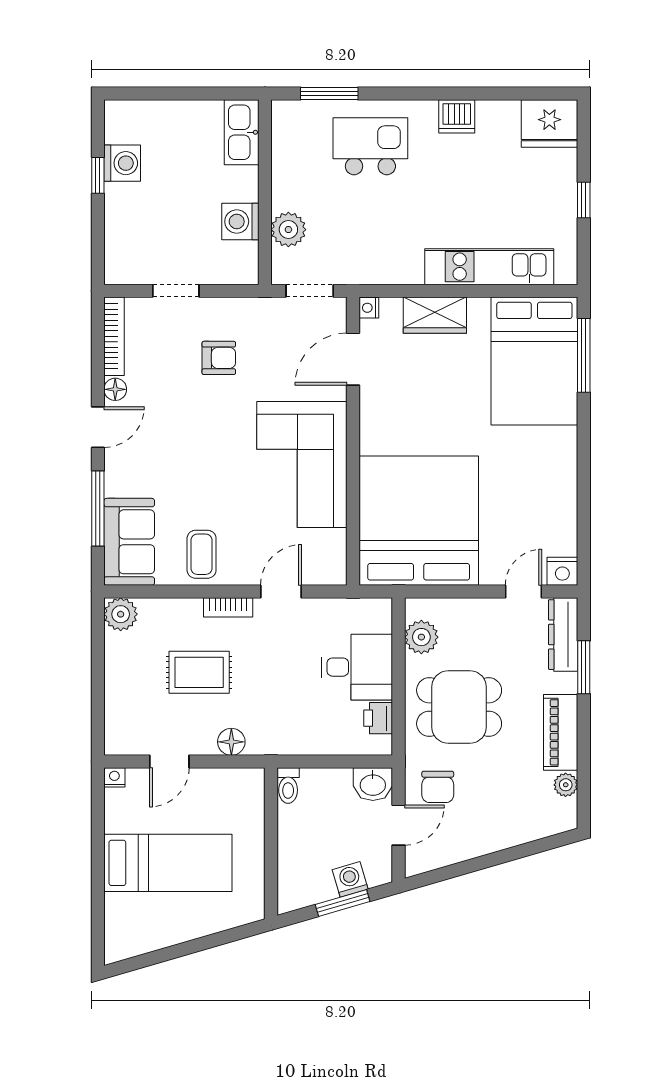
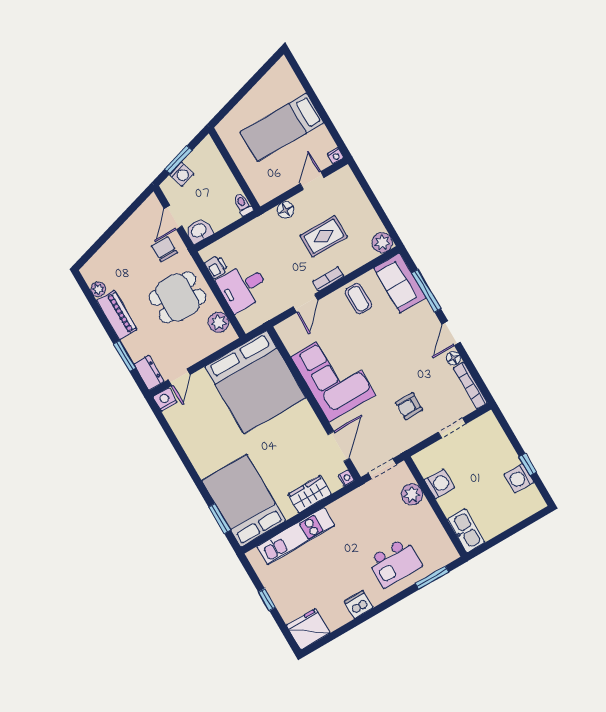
window: (584, 355) -> (220, 519), width x0.69
dresser: (563, 635) -> (149, 373), width x0.70

